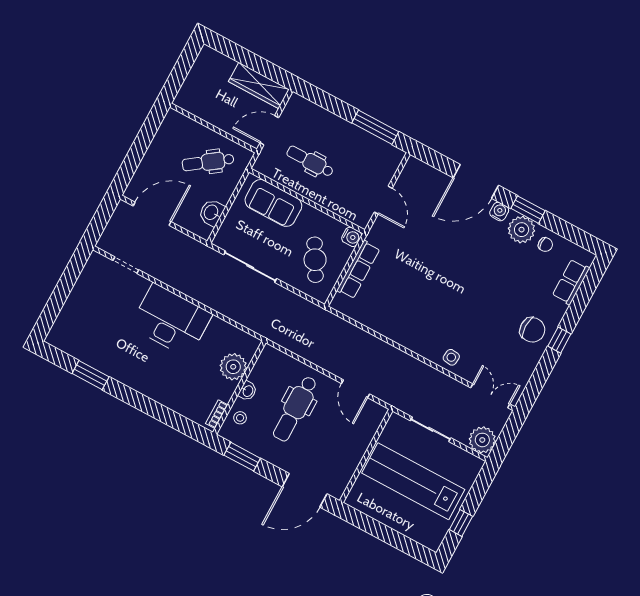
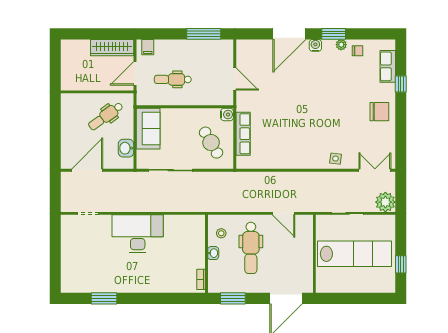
filing cabinet: (301, 107) -> (148, 47), added
sofa: (273, 203) -> (148, 129), moved, turned -90
plant: (522, 230) -> (341, 45), width x0.53, depth x0.53
window: (559, 340) -> (401, 84), moved
plant: (233, 367) -> (195, 242), removed
stool: (240, 418) -> (221, 233), moved
lab bench: (413, 481) -> (354, 254), turned 180

